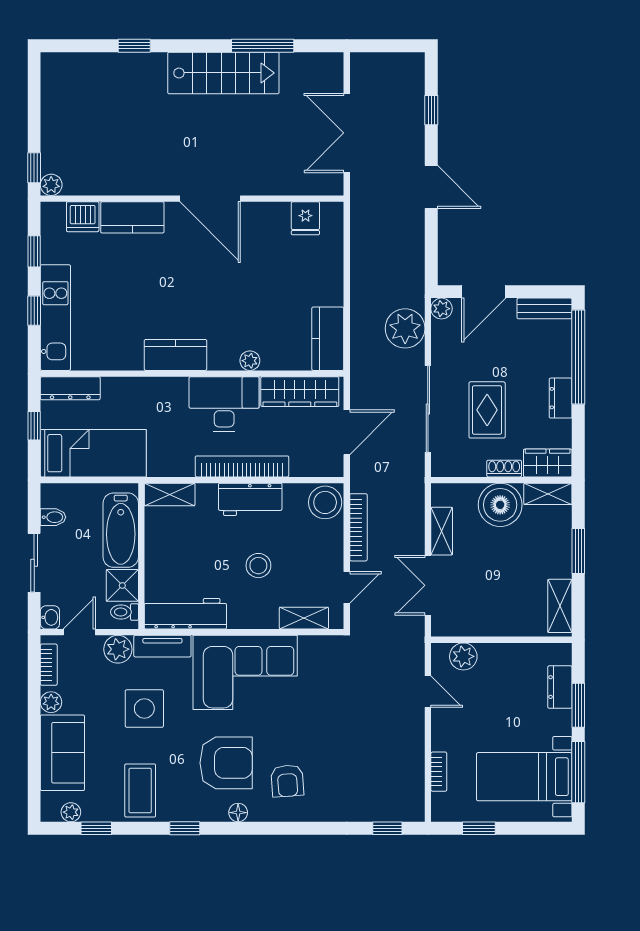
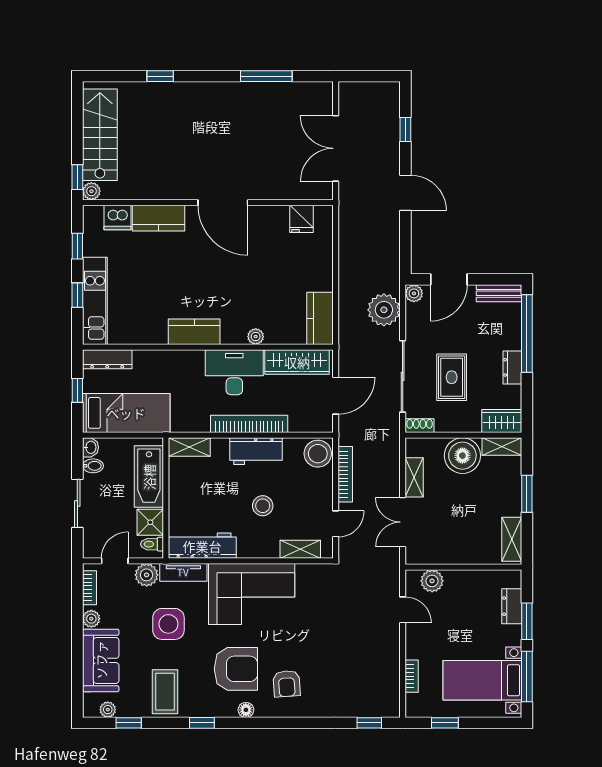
stairs: (223, 73) -> (100, 135), moved, turned -90
shoe rack: (504, 469) -> (420, 426), moved
washbasin: (50, 617) -> (90, 447), moved

